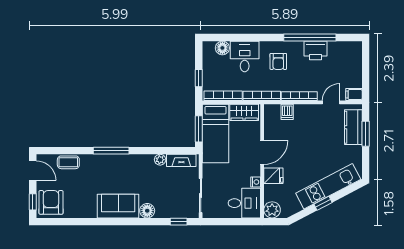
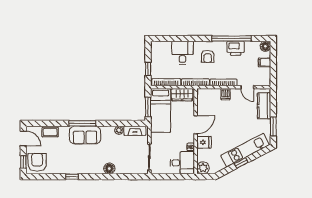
floor lamp: (222, 48) -> (265, 46), moved
filing cabinet: (354, 95) -> (264, 62), moved
door: (331, 102) -> (247, 87), swing flipped
dishwasher: (287, 112) -> (226, 94), moved
window: (366, 134) -> (273, 126), moved
sofa: (118, 206) -> (85, 135), moved, turned 180
window: (179, 222) -> (72, 177), moved

